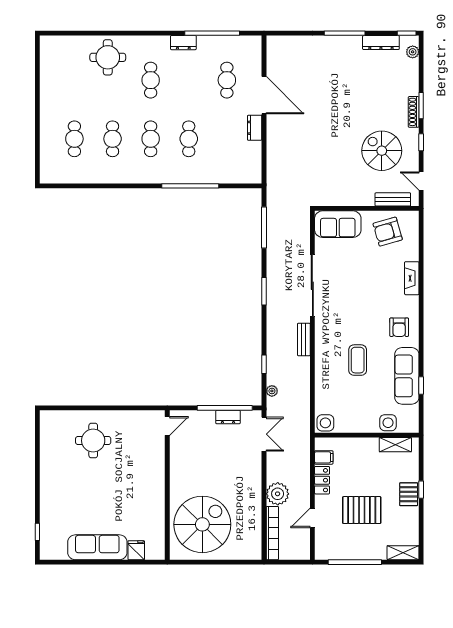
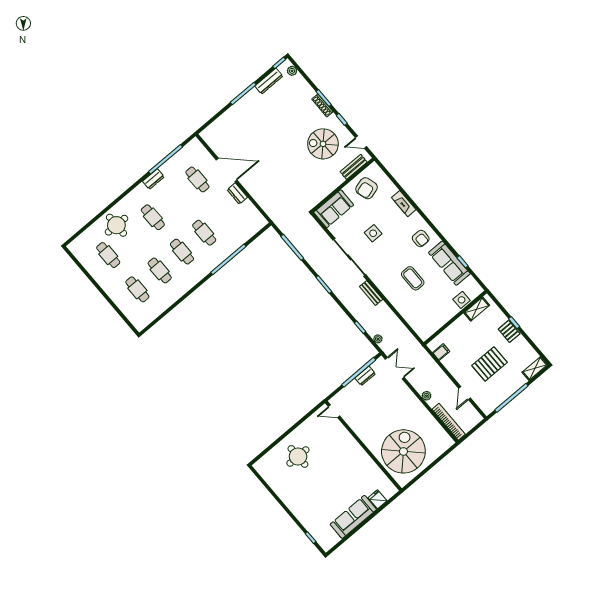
cafe table: (74, 80) -> (108, 255), added
side table: (325, 423) -> (373, 233), moved
door: (167, 426) -> (334, 411), swing flipped
locker: (322, 480) -> (451, 366), removed
plant: (278, 494) -> (426, 396), width x0.53, depth x0.53

